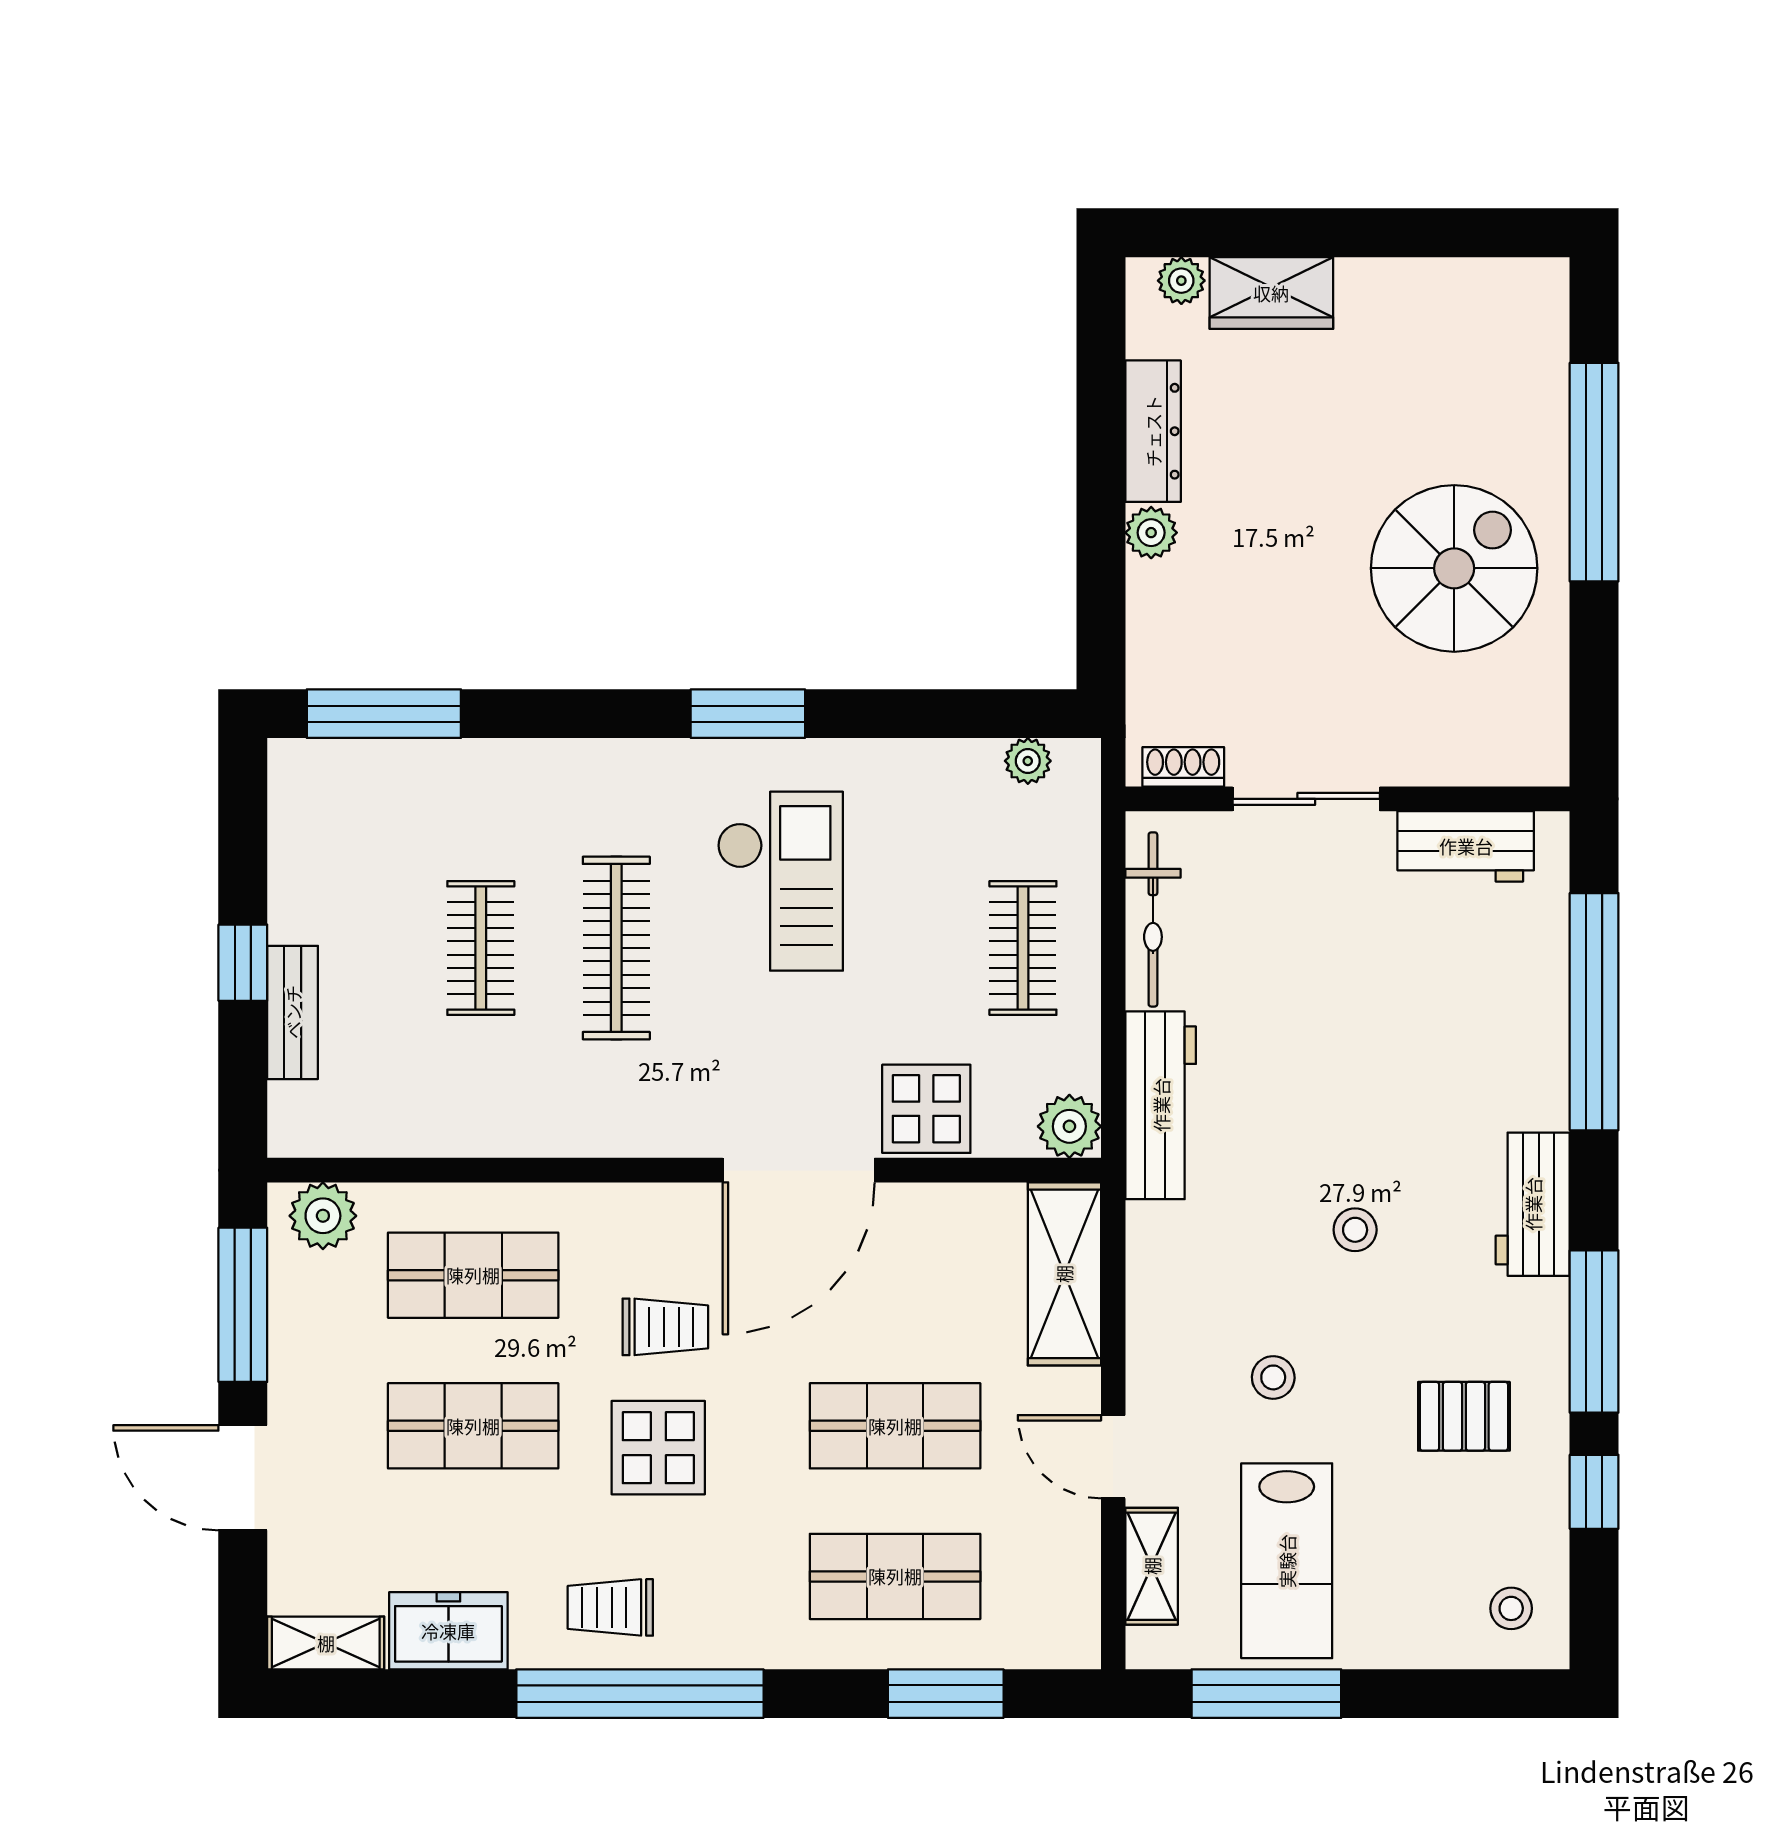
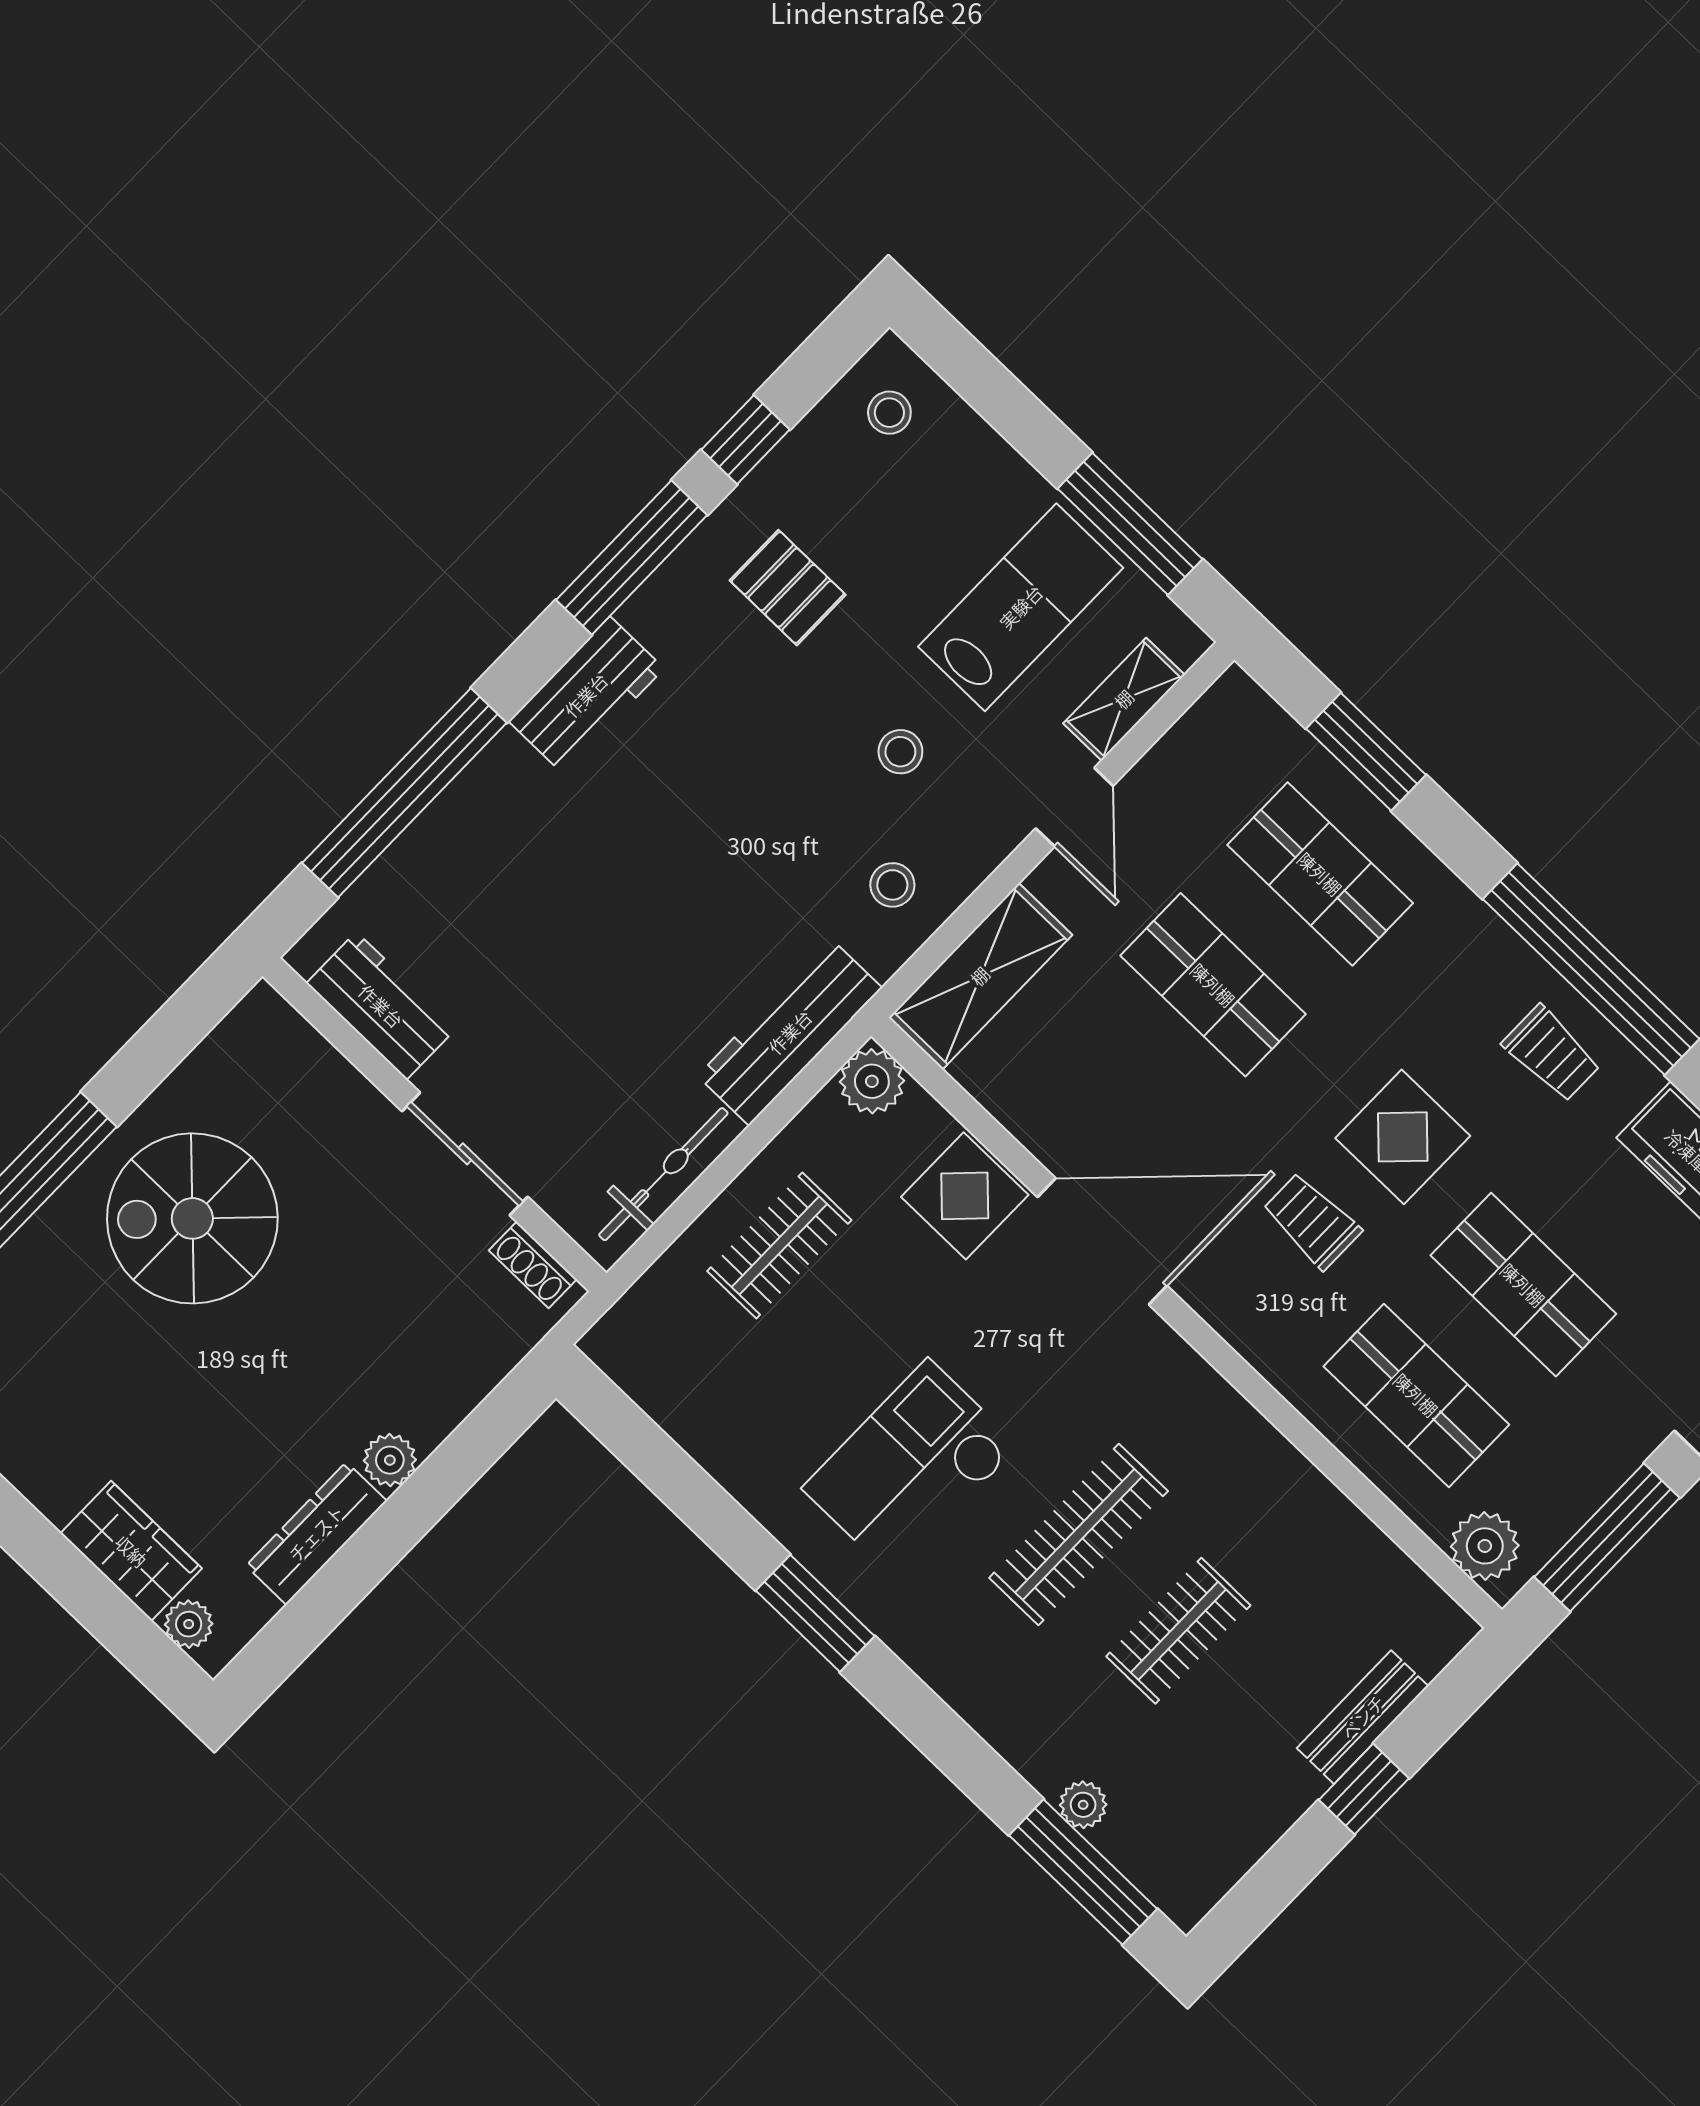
plant: (1028, 761) -> (1083, 1805), moved
stool: (1355, 1230) -> (892, 885), moved

